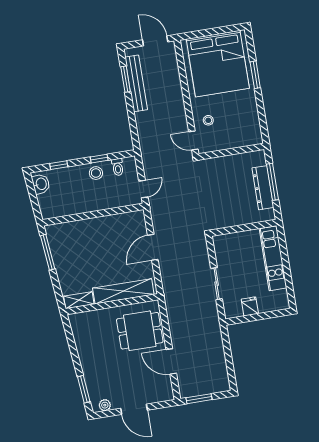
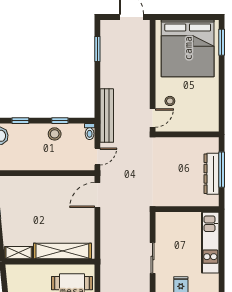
window: (255, 75) -> (222, 42), moved
bench: (136, 83) -> (107, 116), moved
door: (193, 140) -> (153, 118), swing flipped
toilet: (118, 167) -> (90, 132), moved
door: (153, 247) -> (97, 195), moved

